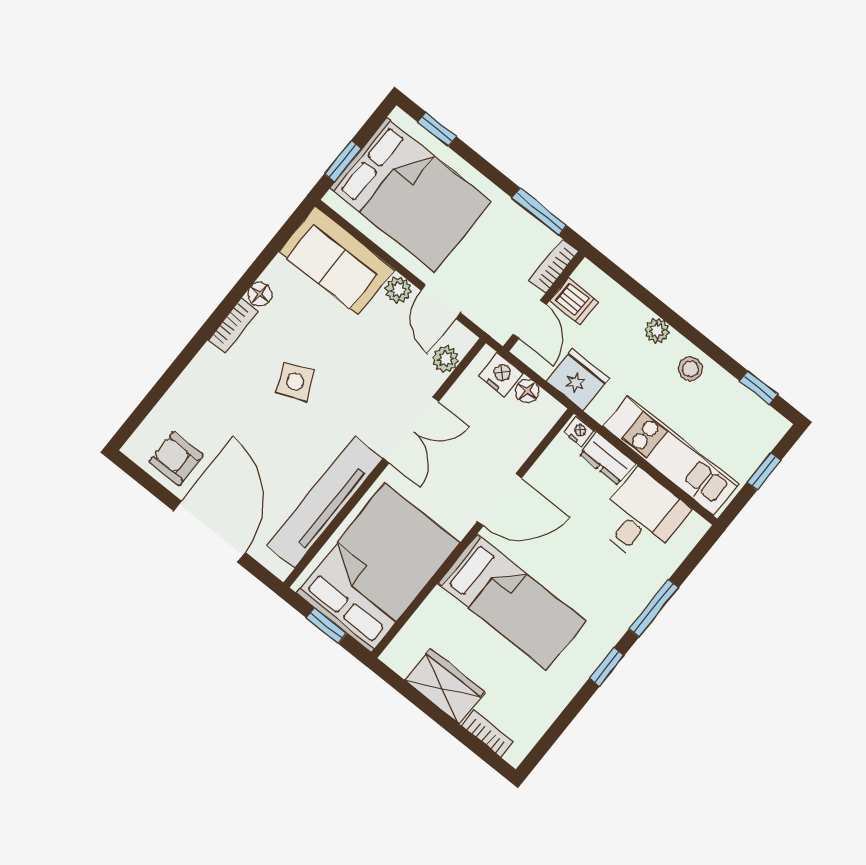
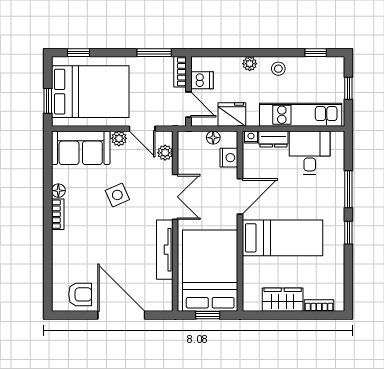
nightstand: (501, 375) -> (229, 158), moved, turned 90
side table: (295, 382) -> (117, 195), moved
armchair: (176, 459) -> (80, 294), turned 180
tv unit: (325, 502) -> (165, 250), width x0.73, depth x0.78

